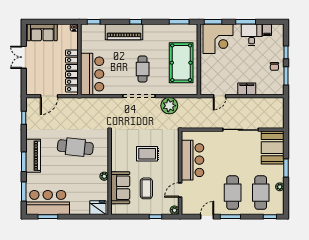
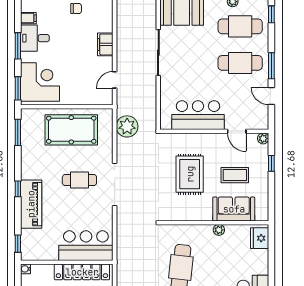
door: (220, 96) -> (115, 80), swing flipped
plant: (169, 106) -> (127, 126), moved
rug: (147, 154) -> (190, 174), width x1.36, depth x1.43

